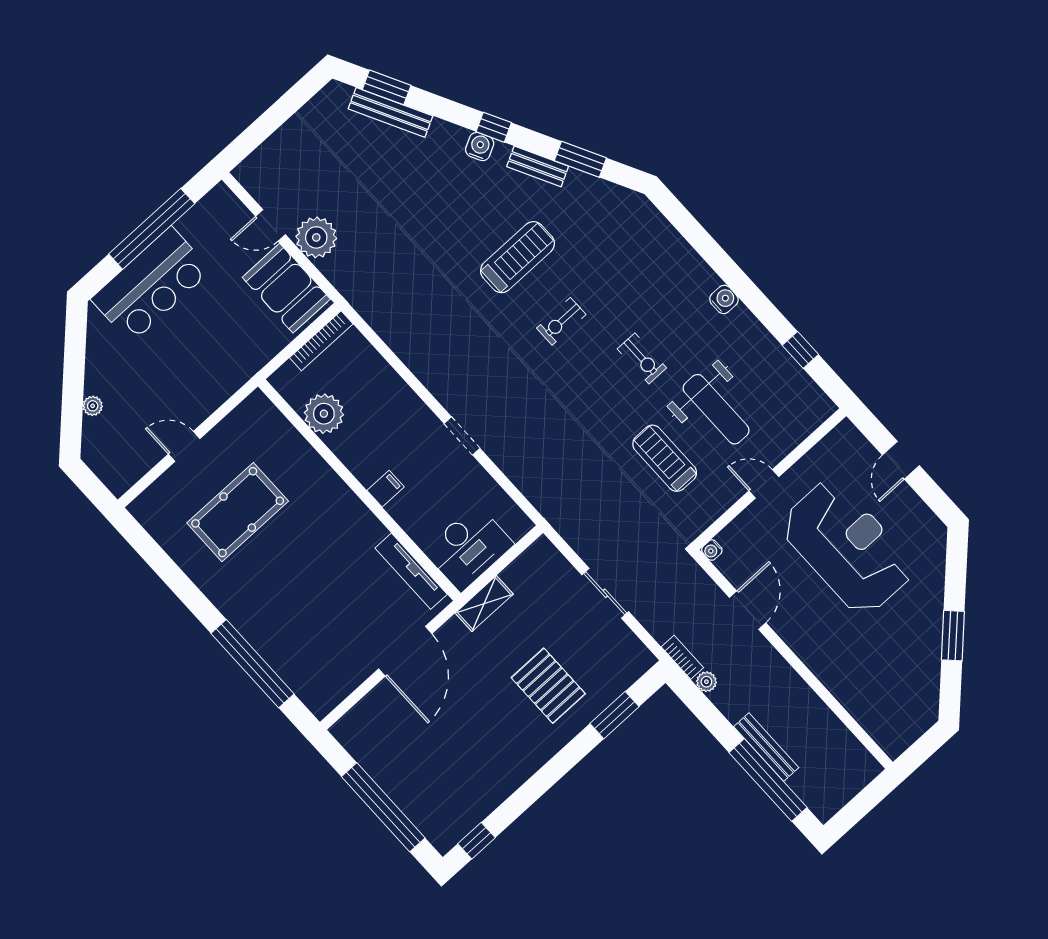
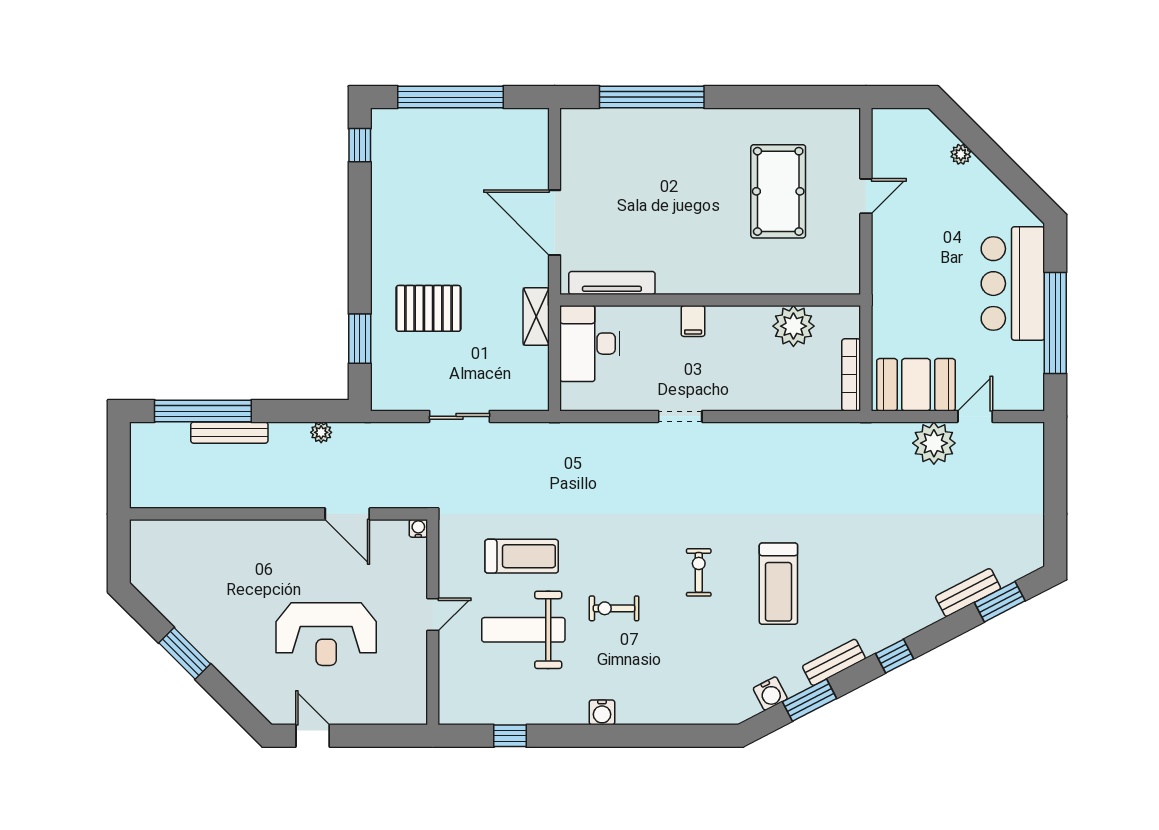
bench: (390, 112) -> (968, 593), width x0.73
water cooler: (480, 147) -> (770, 694), moved
door: (901, 460) -> (313, 736), moved
reception desk: (847, 547) -> (326, 634), width x0.74, depth x0.77
bookcase: (682, 657) -> (357, 431), removed

